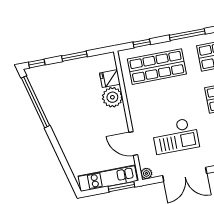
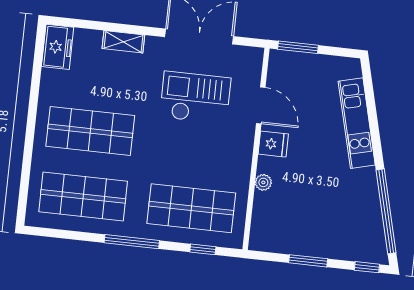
fridge: (110, 79) -> (273, 144), moved
plant: (112, 97) -> (263, 182), width x0.53, depth x0.53
plant: (146, 173) -> (255, 55), removed
kitchen unit: (108, 178) -> (357, 123), moved, turned 76

